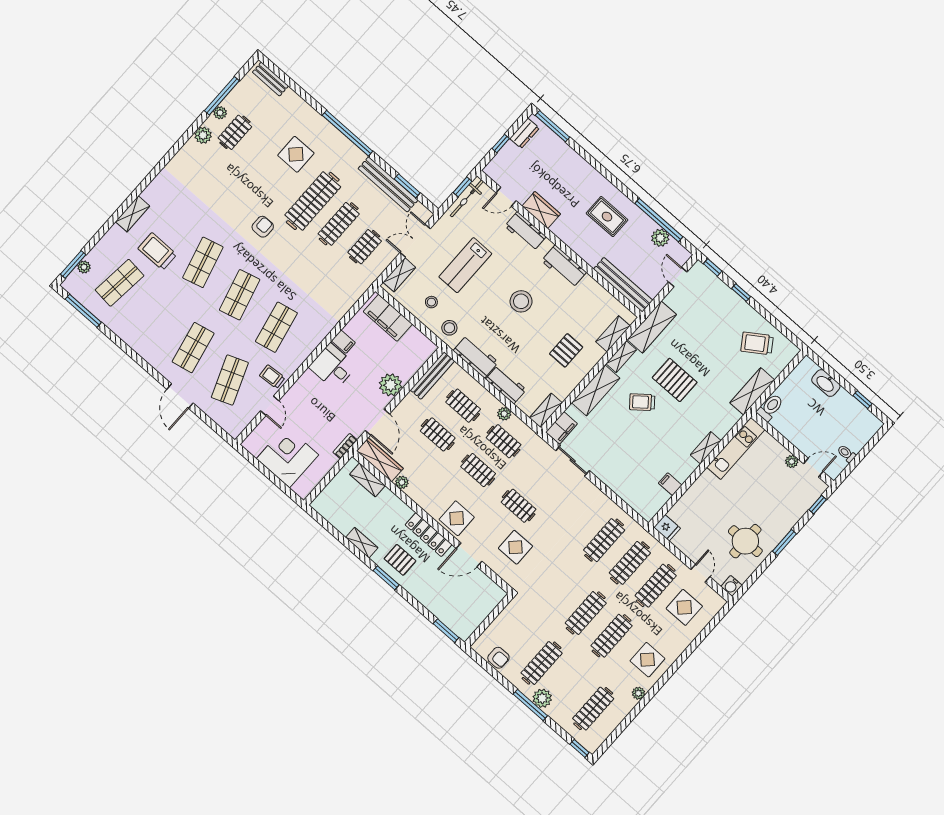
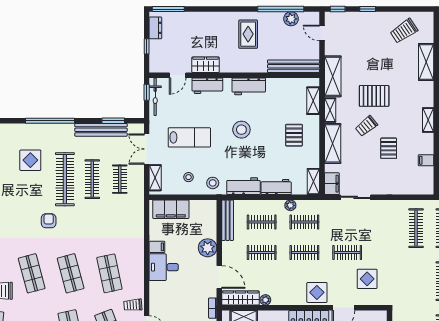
rug: (607, 217) -> (248, 34), turned 90
lab bench: (465, 265) -> (189, 137), turned -90
pallet: (645, 442) -> (389, 148), added

